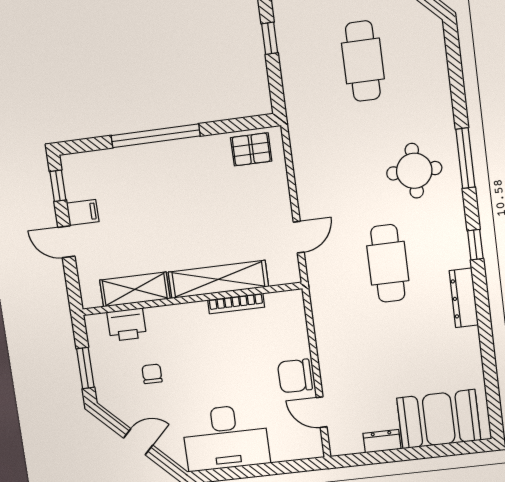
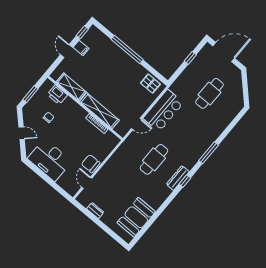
bar counter: (318, 170) -> (163, 111), added
round table: (414, 171) -> (190, 141), removed
dresser: (464, 298) -> (178, 178), moved
booth: (439, 419) -> (136, 217), moved, turned 90

